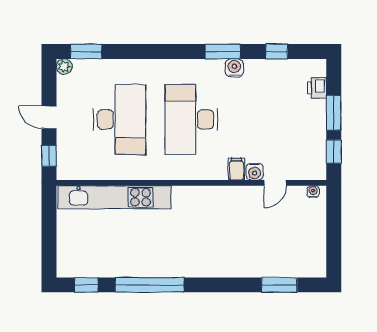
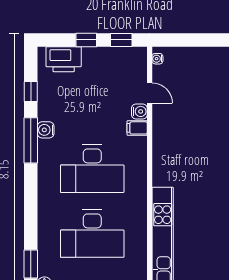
window: (223, 52) -> (31, 140), width x1.44
printer: (317, 88) -> (64, 59), width x1.87, depth x1.48
window: (334, 113) -> (86, 40), width x0.67
desk: (120, 119) -> (92, 234), turned 180

